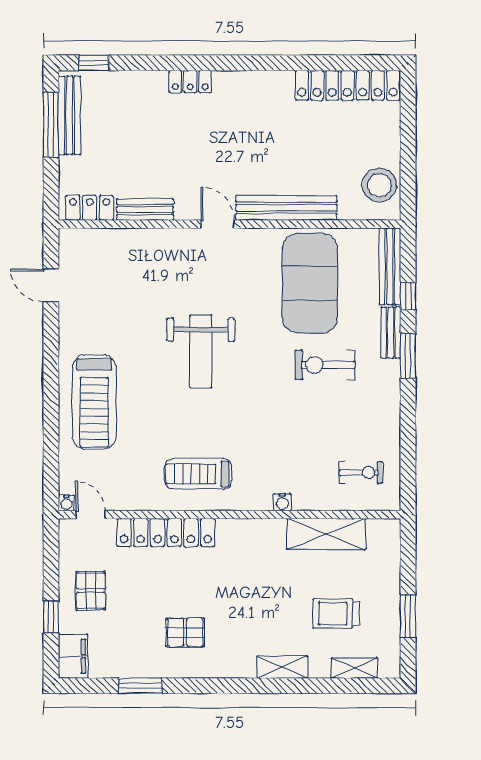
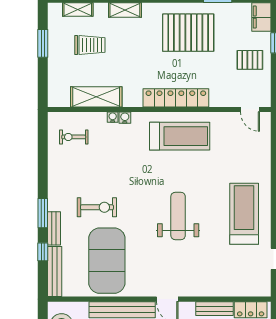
treadmill: (94, 402) -> (244, 214), moved
treadmill: (198, 474) -> (180, 136), width x1.37, depth x1.38
water cooler: (66, 503) -> (113, 117), moved
locker: (166, 533) -> (176, 98), moved
pallet: (91, 591) -> (250, 60), turned 90
pallet: (185, 632) -> (188, 33), width x2.05, depth x2.00

